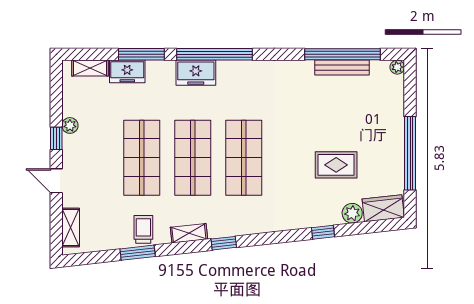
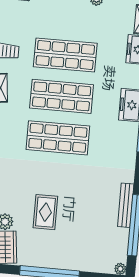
bench: (342, 67) -> (126, 205), moved

